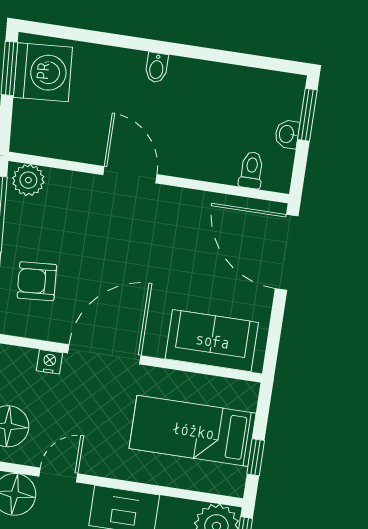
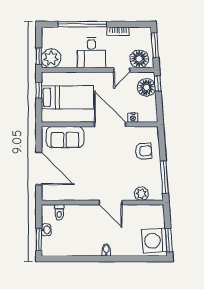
plant: (28, 180) -> (141, 194), moved
door: (287, 252) -> (39, 168), moved
door: (104, 354) -> (110, 124), swing flipped

